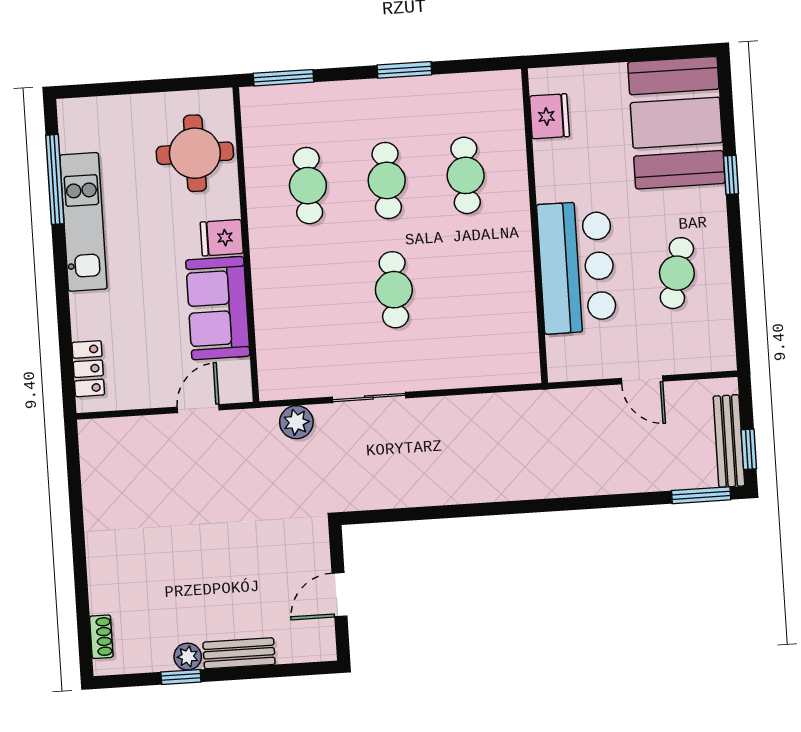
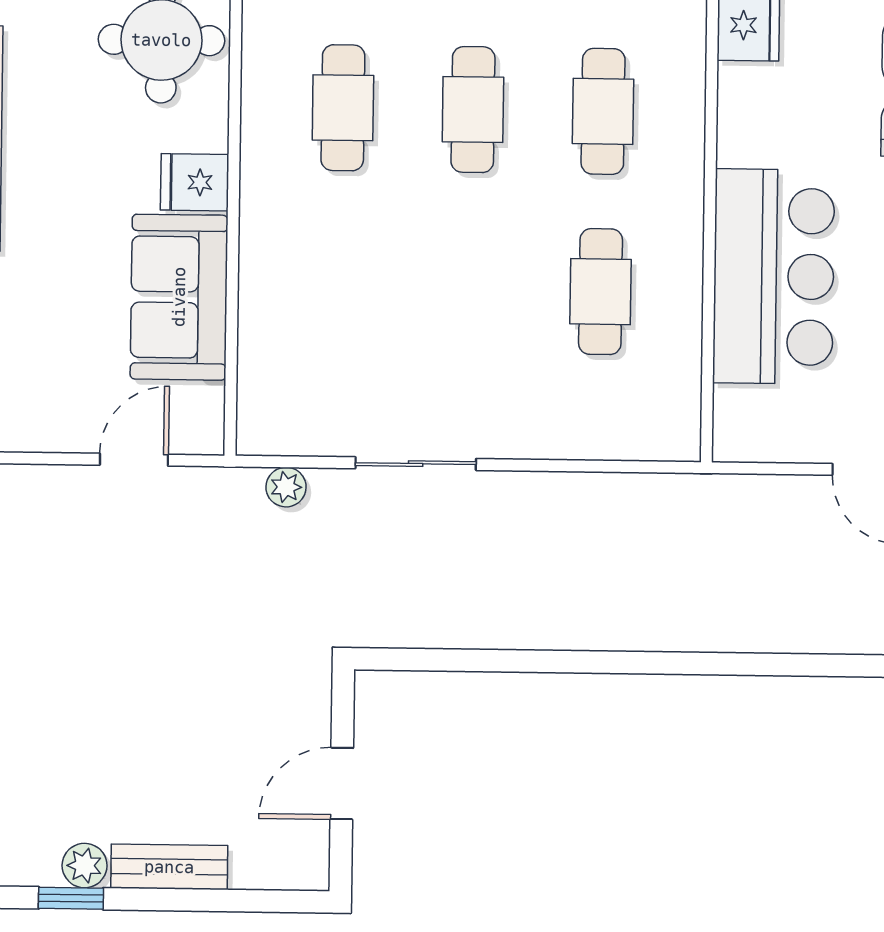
cafe table: (394, 290) -> (601, 292), moved
plant: (296, 422) -> (286, 487), width x0.73, depth x0.73

